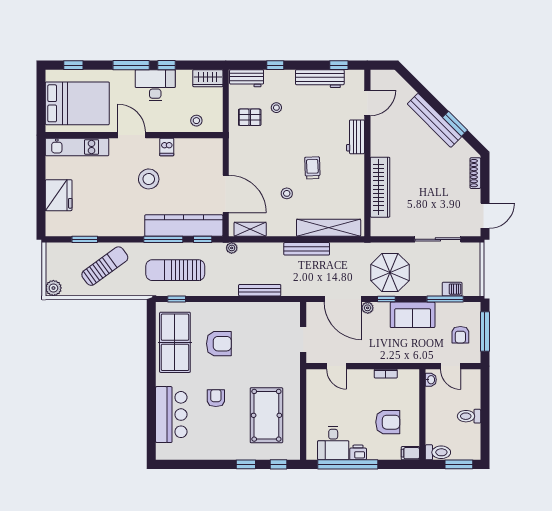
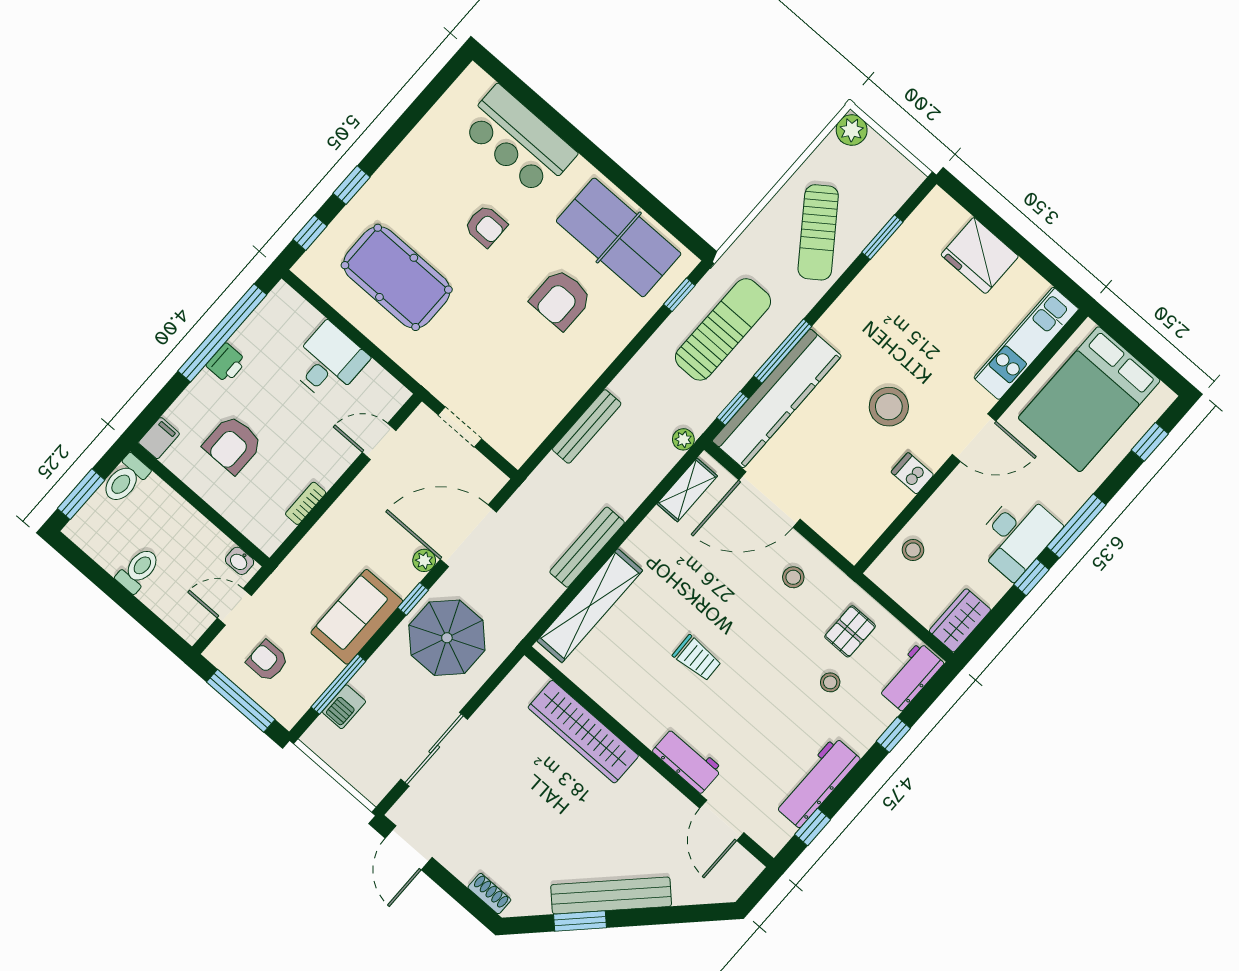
shoe rack: (475, 173) -> (489, 894), width x0.70
stool: (287, 193) -> (793, 577), moved
desk: (333, 443) -> (328, 362), moved, turned 90

